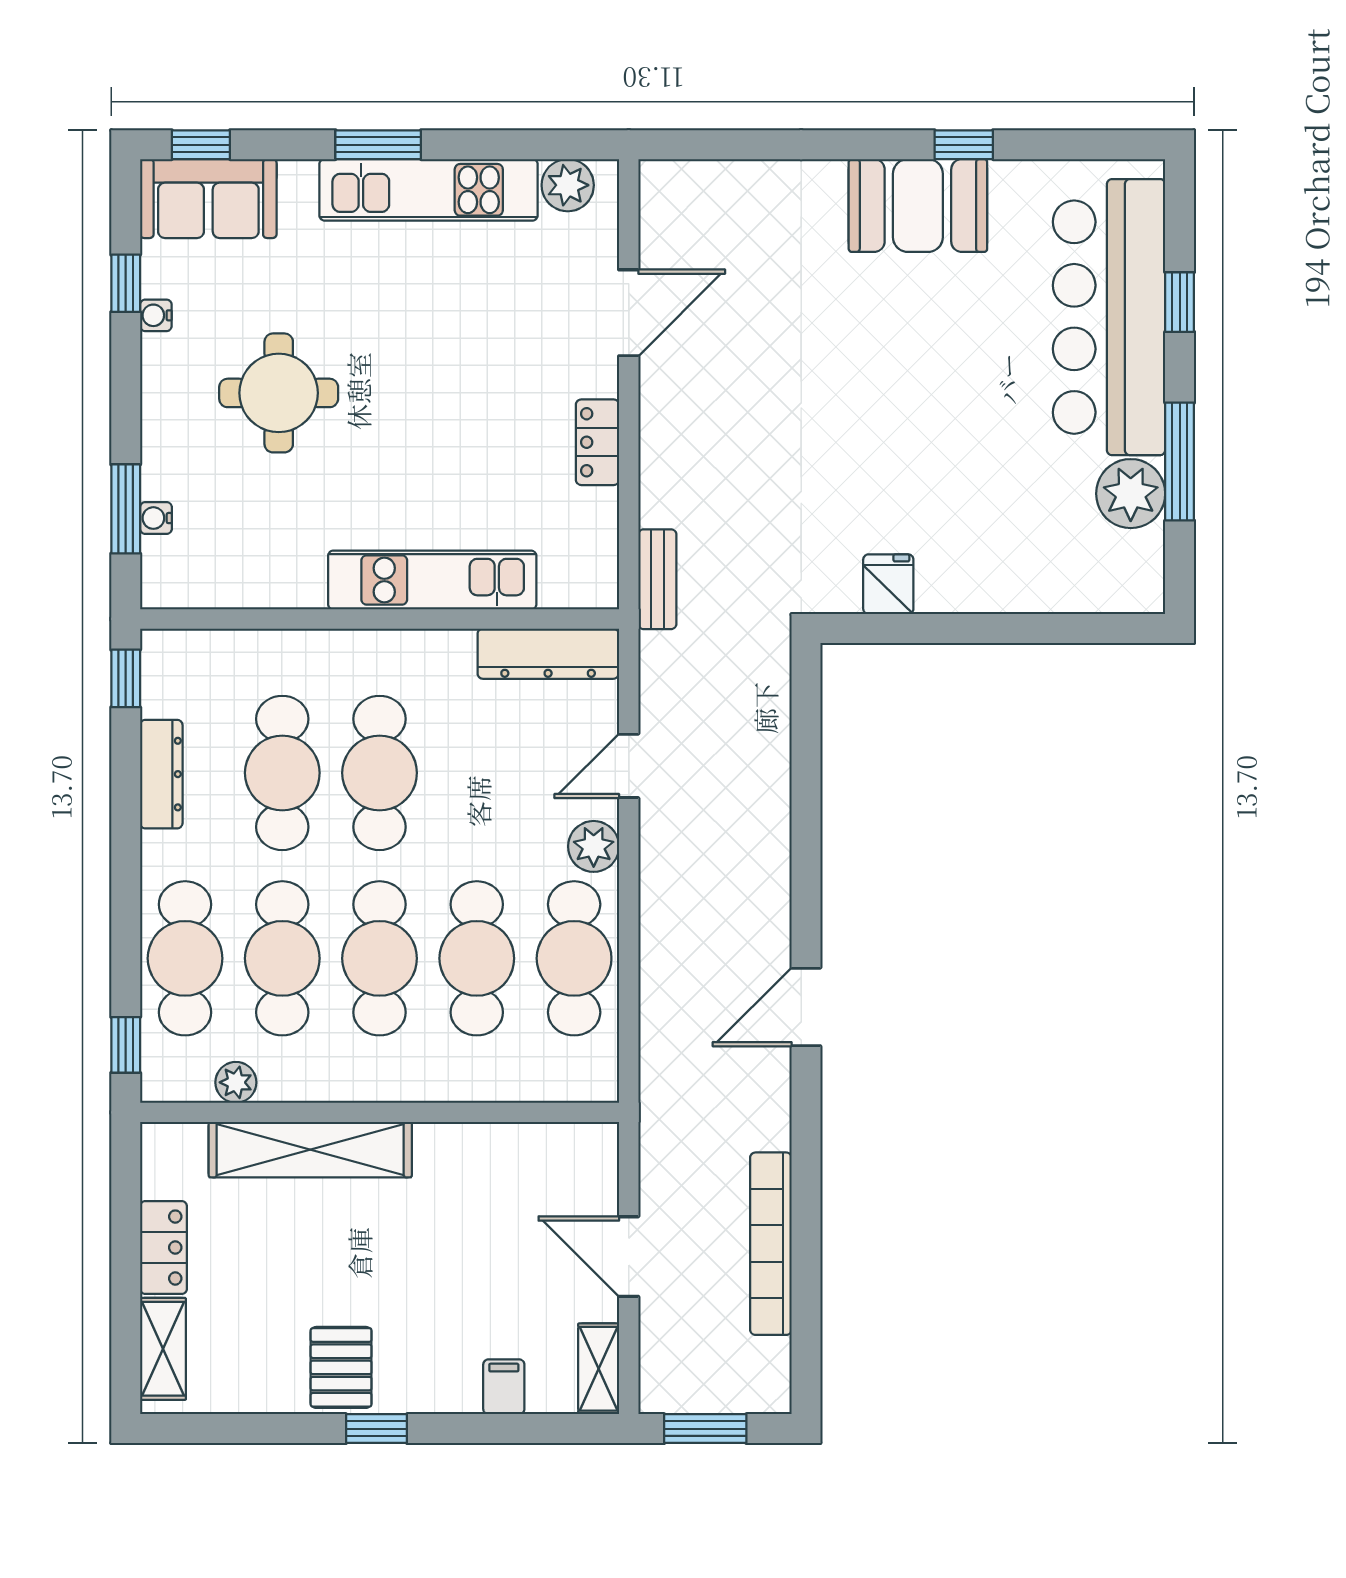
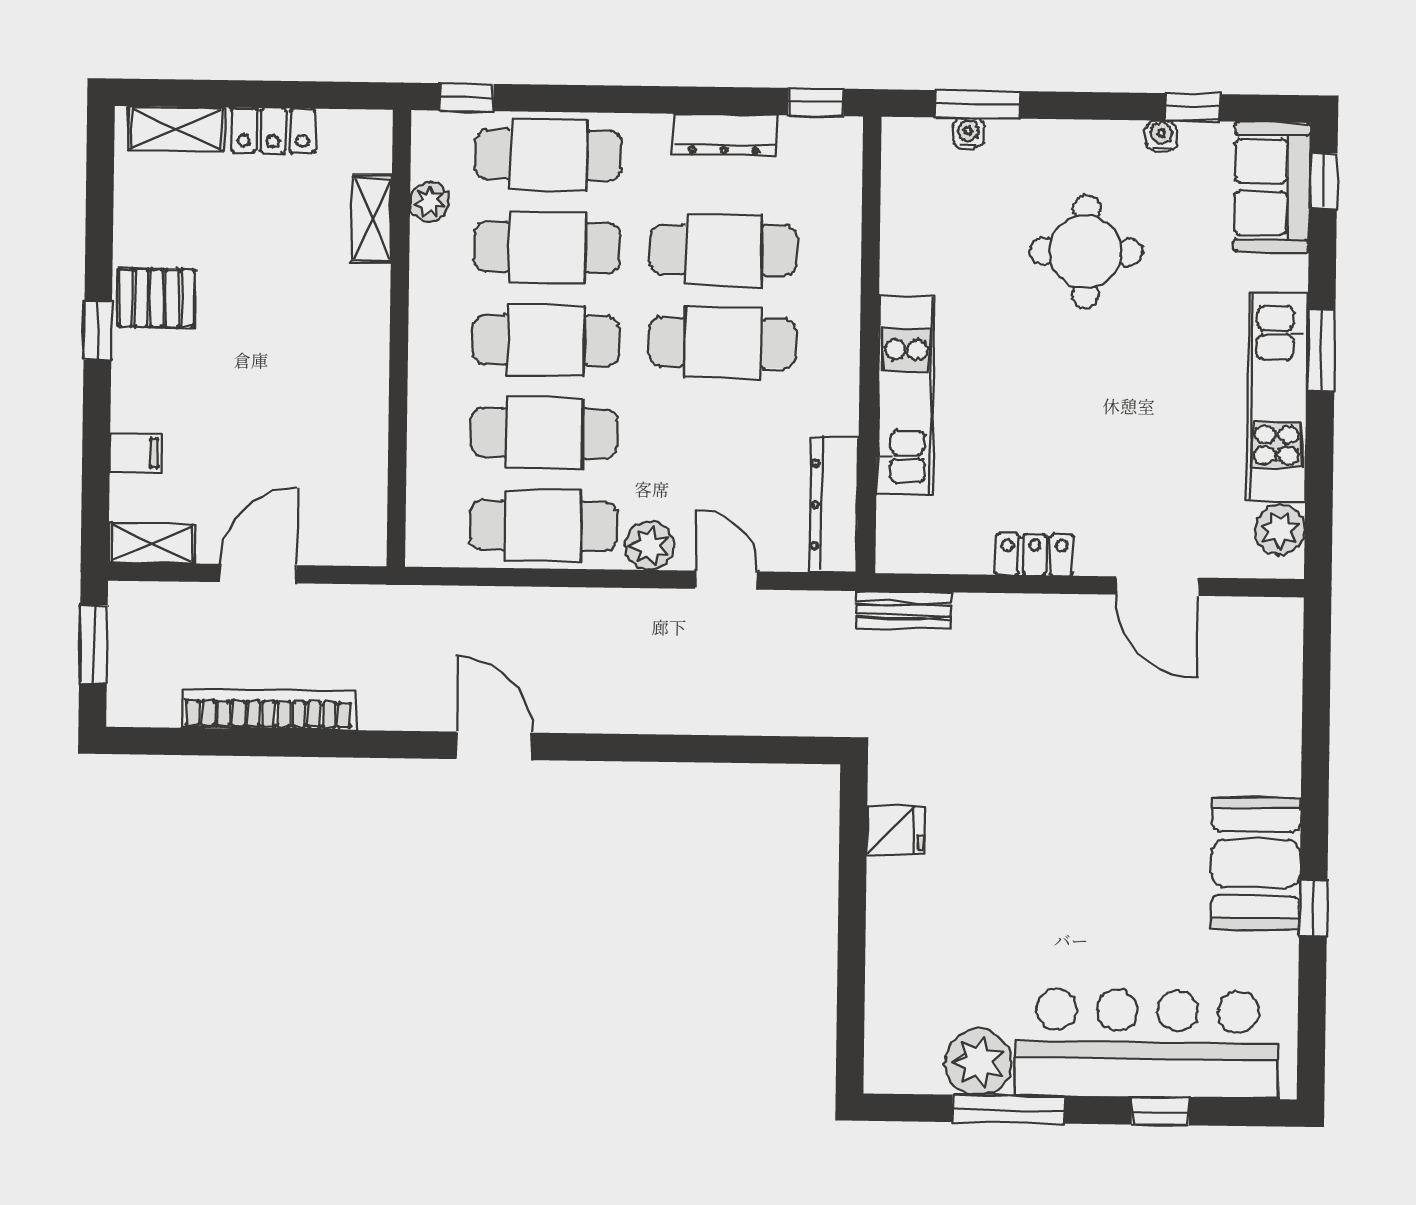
shelving: (310, 1150) -> (372, 219), width x0.45, depth x0.75

